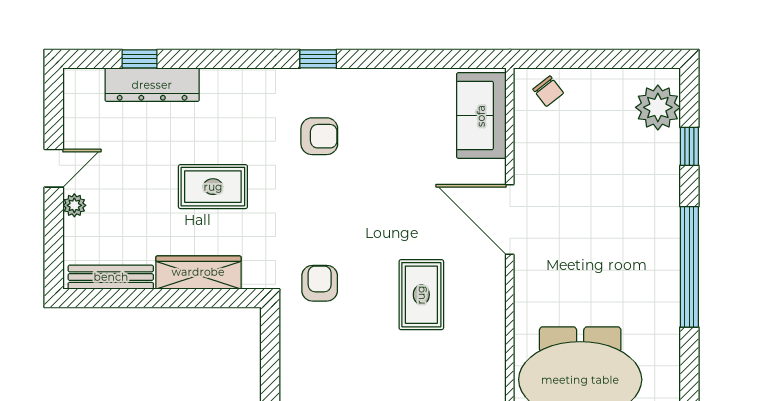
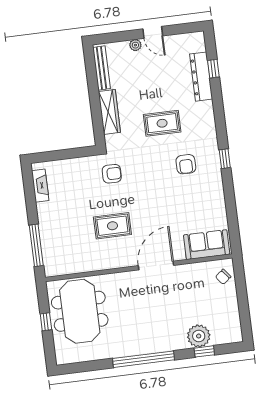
plant: (658, 107) -> (199, 336), moved
rug: (213, 187) -> (162, 123), moved, turned 90

